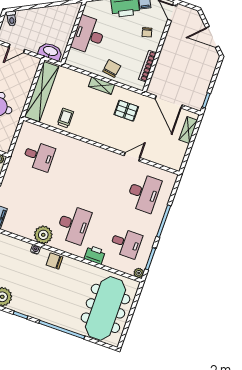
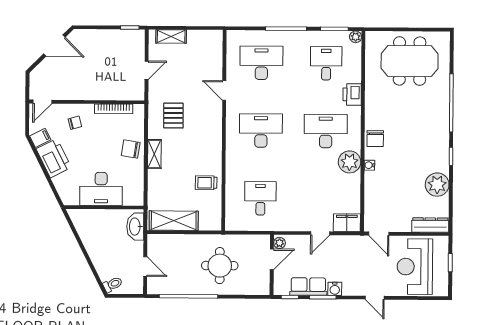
door: (212, 37) -> (54, 46), hinge flipped
shelving: (42, 92) -> (174, 221), width x0.68
door: (169, 102) -> (147, 70), width x0.53
desk: (91, 174) -> (261, 131), added
meeting table: (105, 308) -> (410, 61), width x0.73

